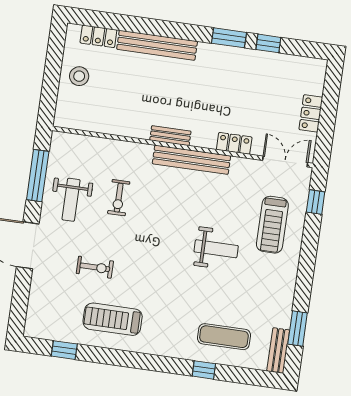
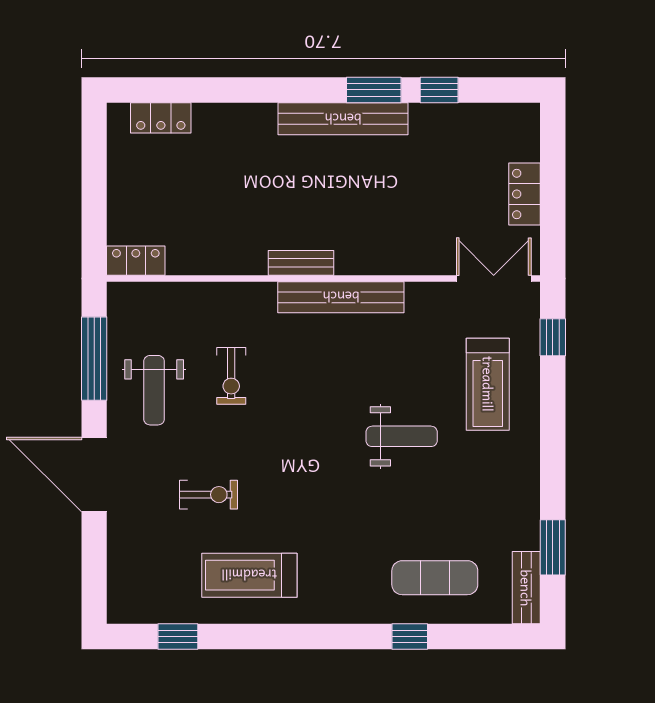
bench: (157, 45) -> (343, 119), moved
stool: (79, 76) -> (139, 187), removed
locker: (234, 143) -> (136, 261), moved

